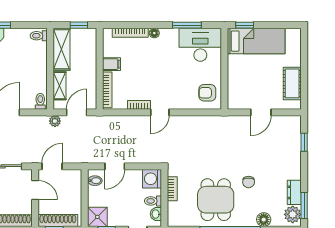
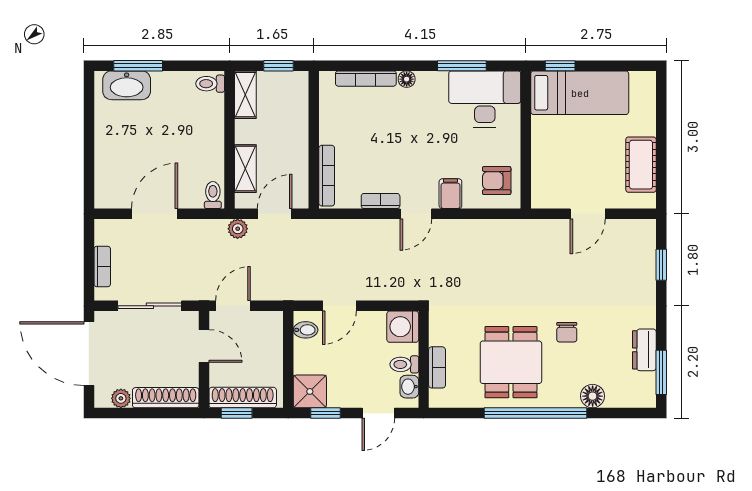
shelving: (62, 49) -> (245, 95), width x0.67, depth x0.75
filing cabinet: (112, 64) -> (450, 194), moved, turned -90
bookcase: (172, 189) -> (437, 367), moved
plant: (293, 214) -> (642, 387), removed

